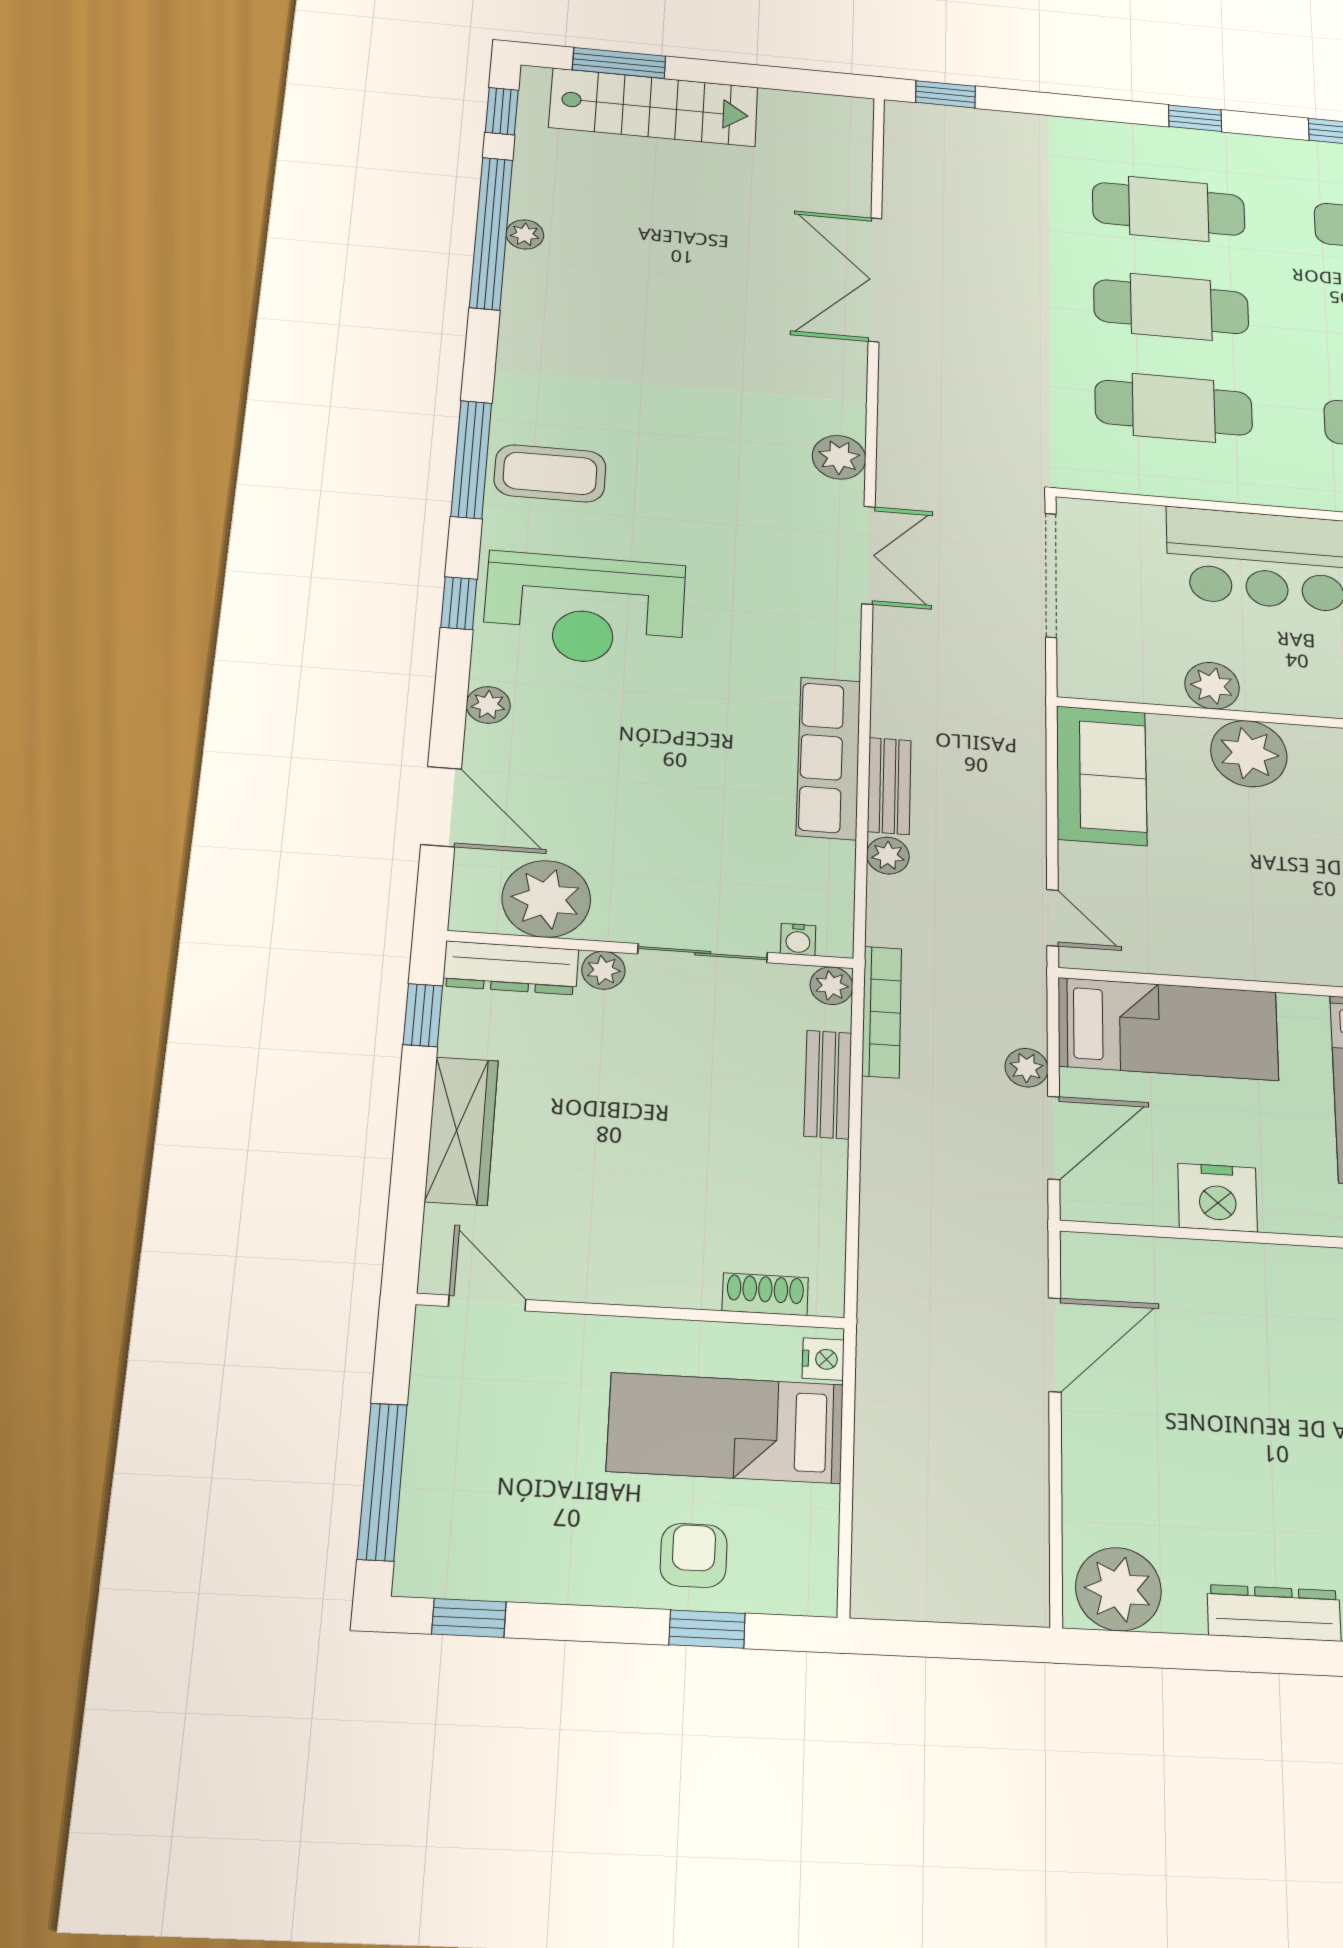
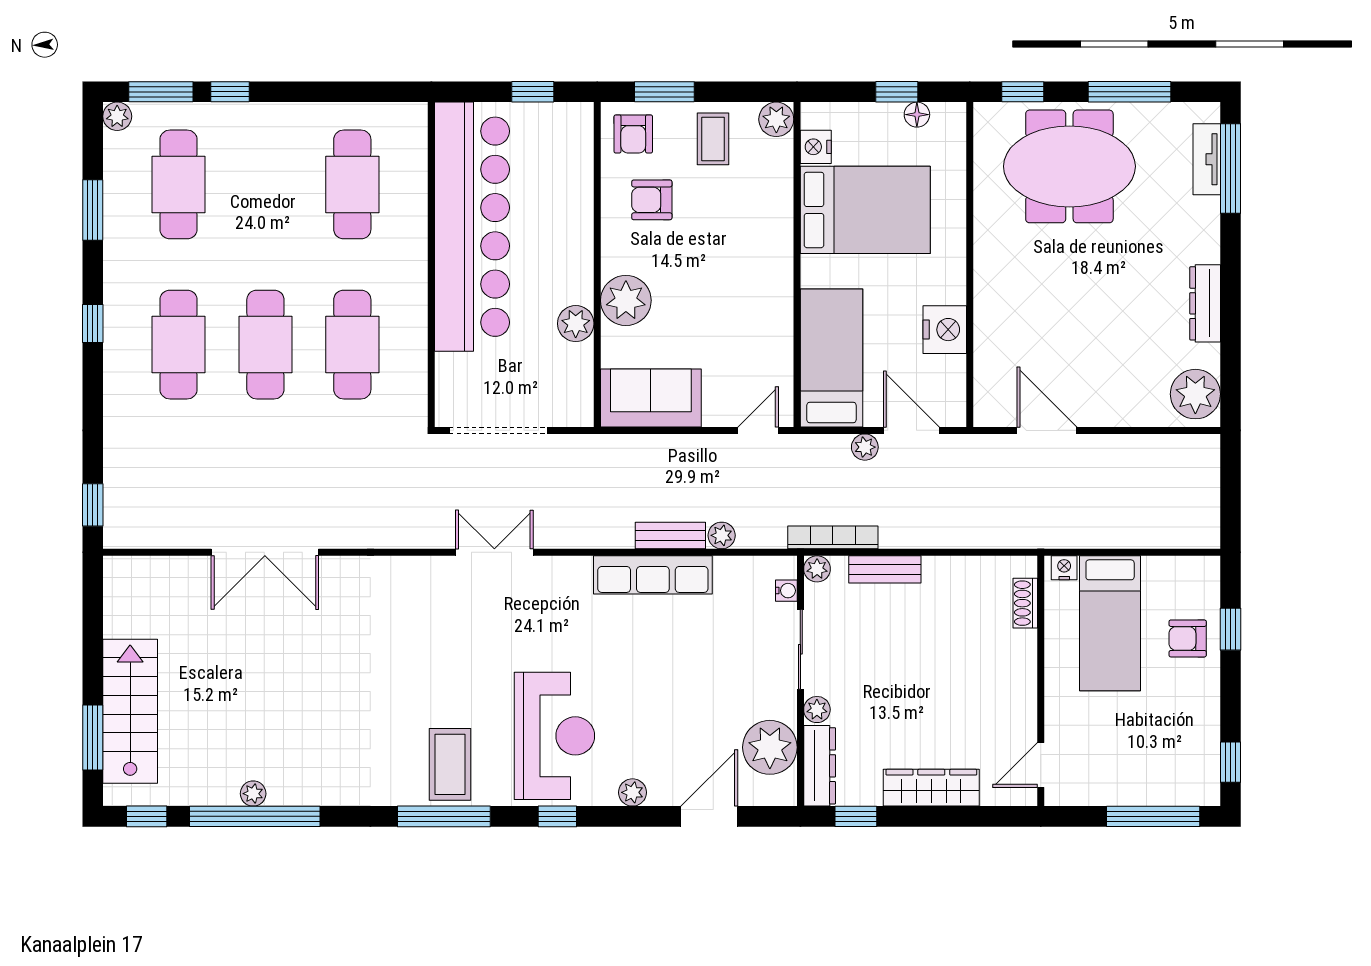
plant: (839, 457) -> (417, 574), removed

